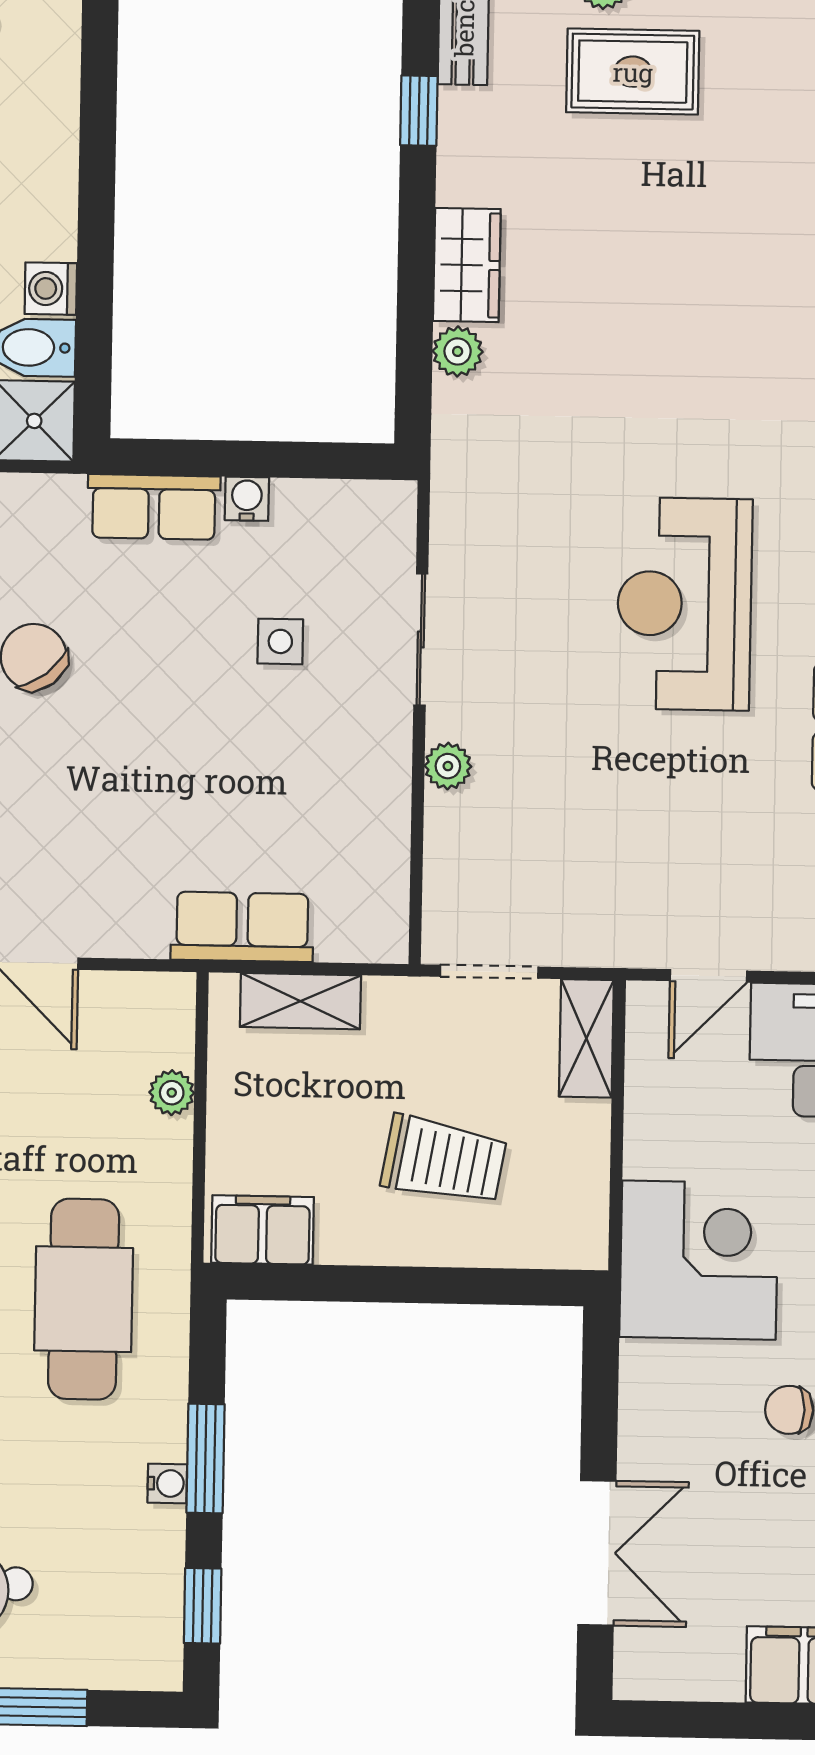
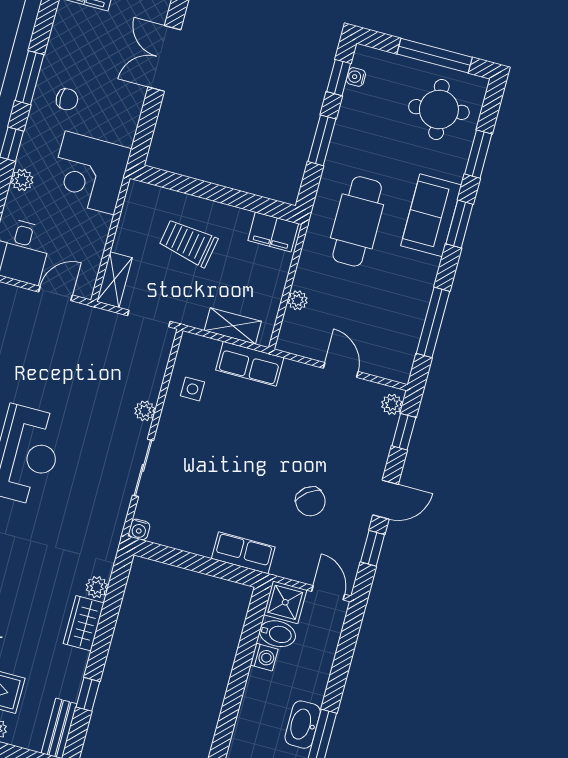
water cooler: (247, 499) -> (139, 529), moved
side table: (280, 641) -> (192, 389), moved
water cooler: (167, 1483) -> (356, 77), moved

